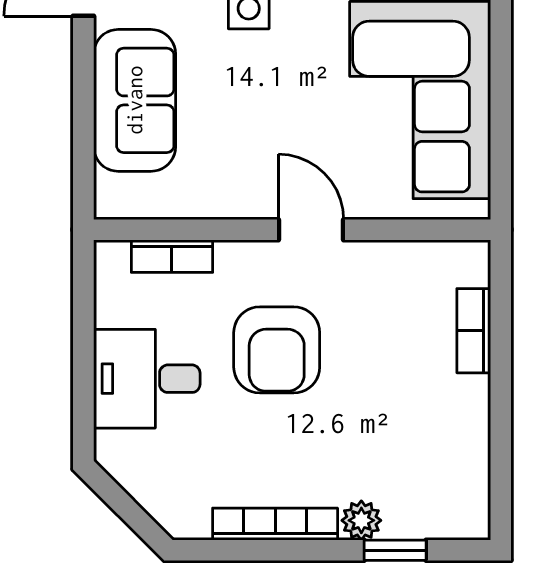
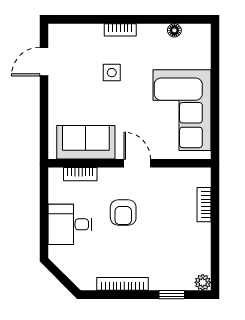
sofa: (135, 100) -> (86, 142), moved, turned -90
armchair: (277, 350) -> (123, 212), width x0.72, depth x0.72
plant: (361, 520) -> (203, 282), moved

